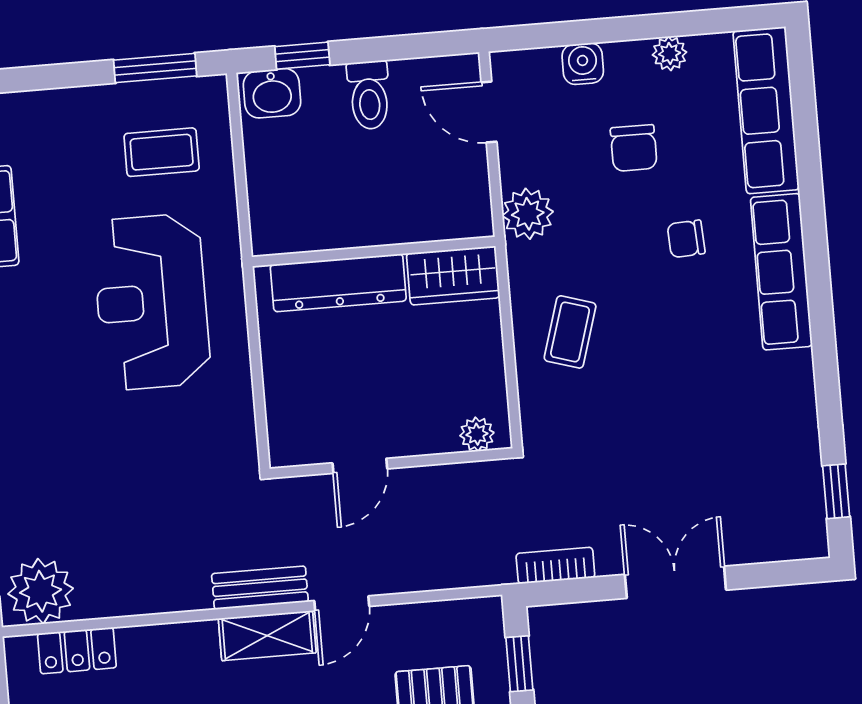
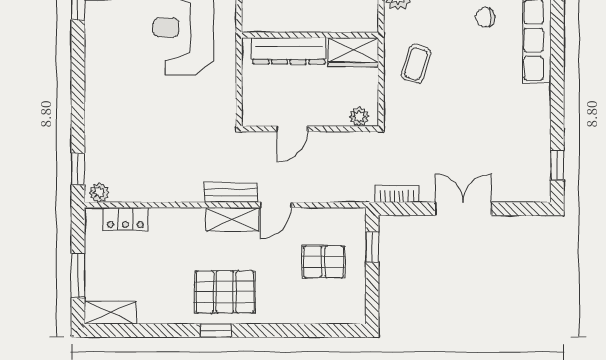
wall: (374, 252) -> (310, 35), moved
wardrobe: (453, 276) -> (353, 52), moved
dresser: (338, 283) -> (289, 51), moved
plant: (41, 591) -> (99, 193), width x0.53, depth x0.53

